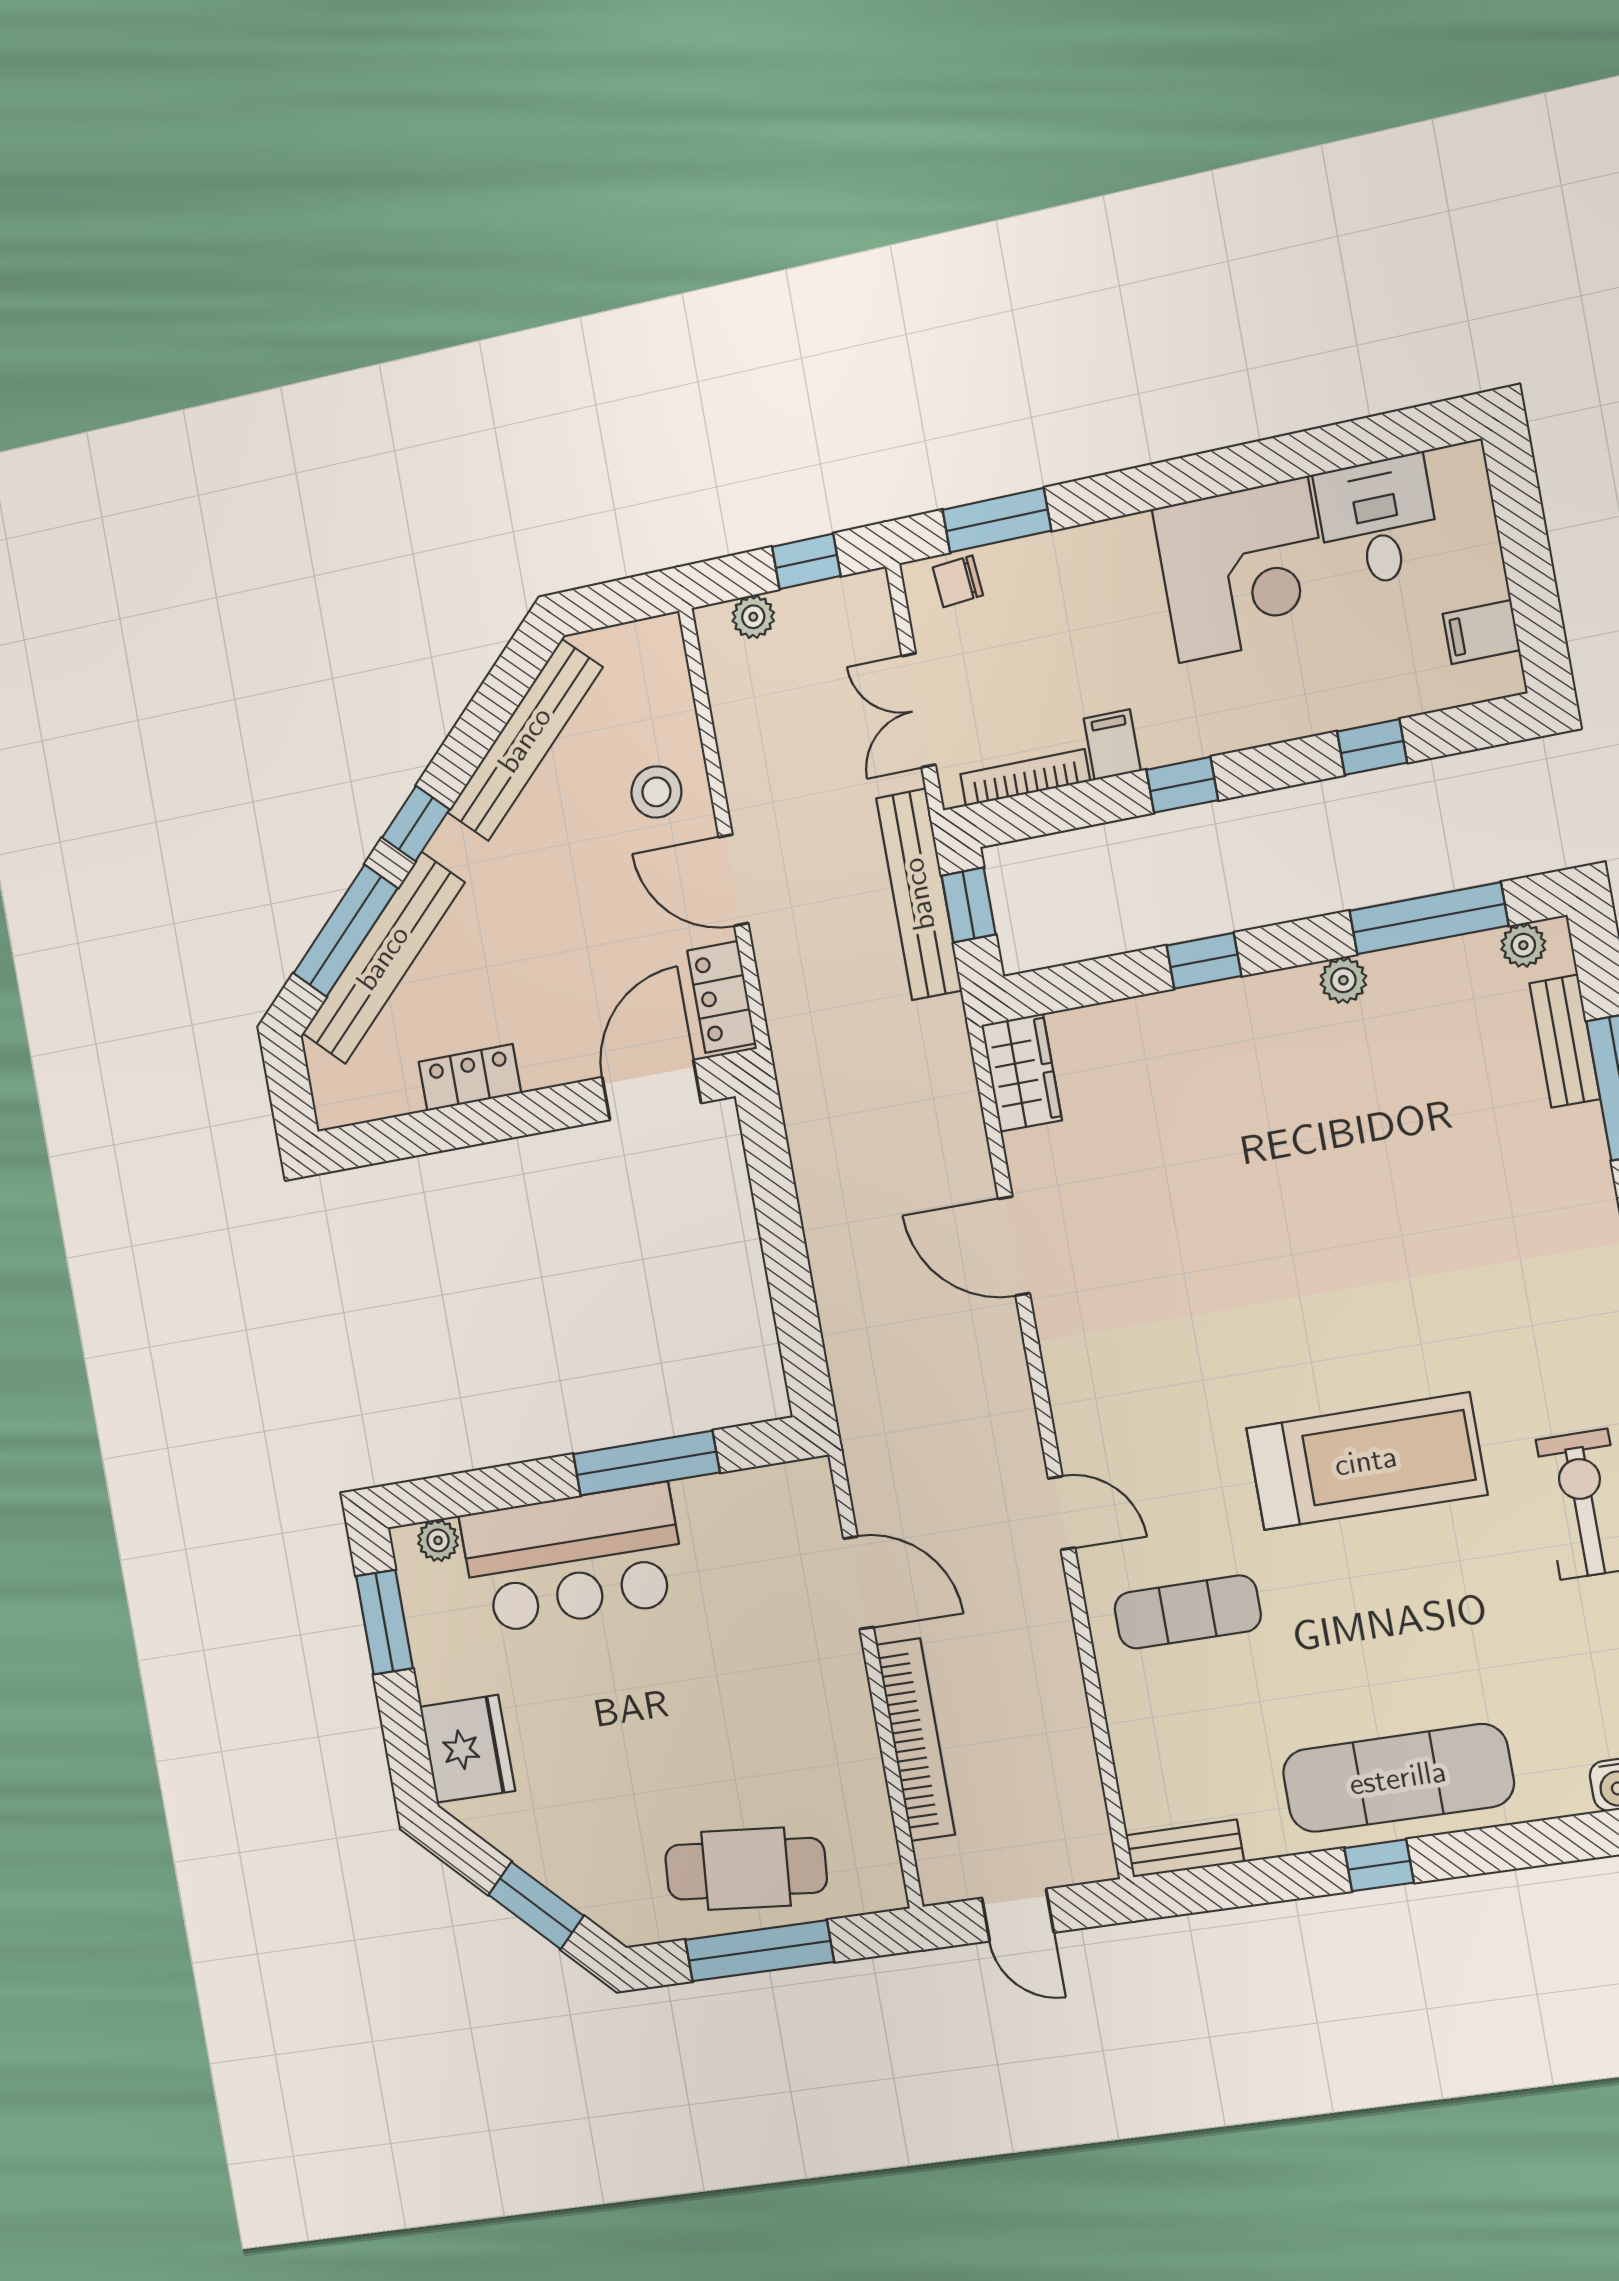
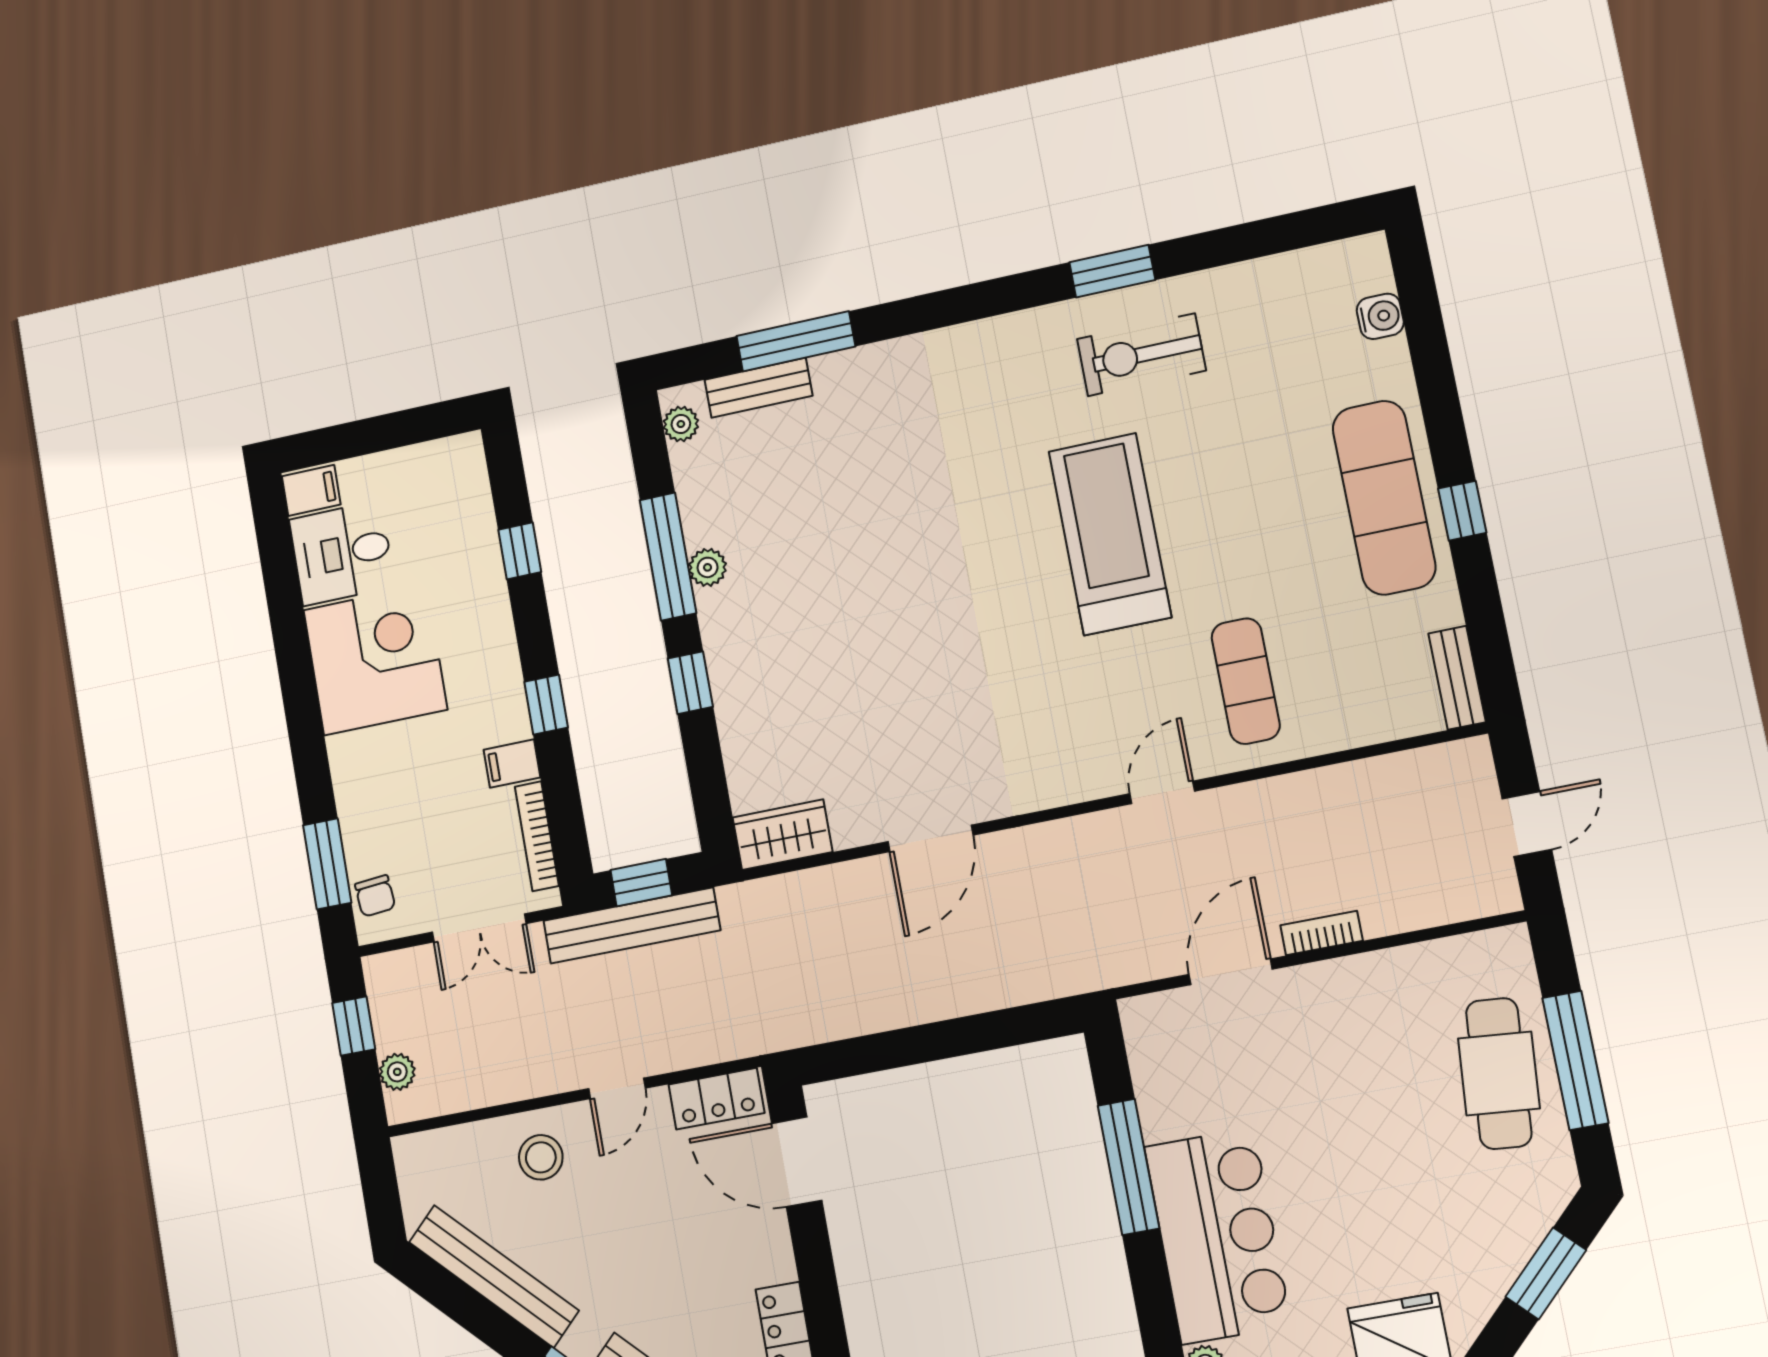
filing cabinet: (1481, 632) -> (311, 490), moved, turned -90
door: (733, 880) -> (617, 1088), width x0.73
window: (1429, 918) -> (668, 557), moved
bookcase: (915, 1740) -> (1321, 933), width x0.43, depth x0.76

